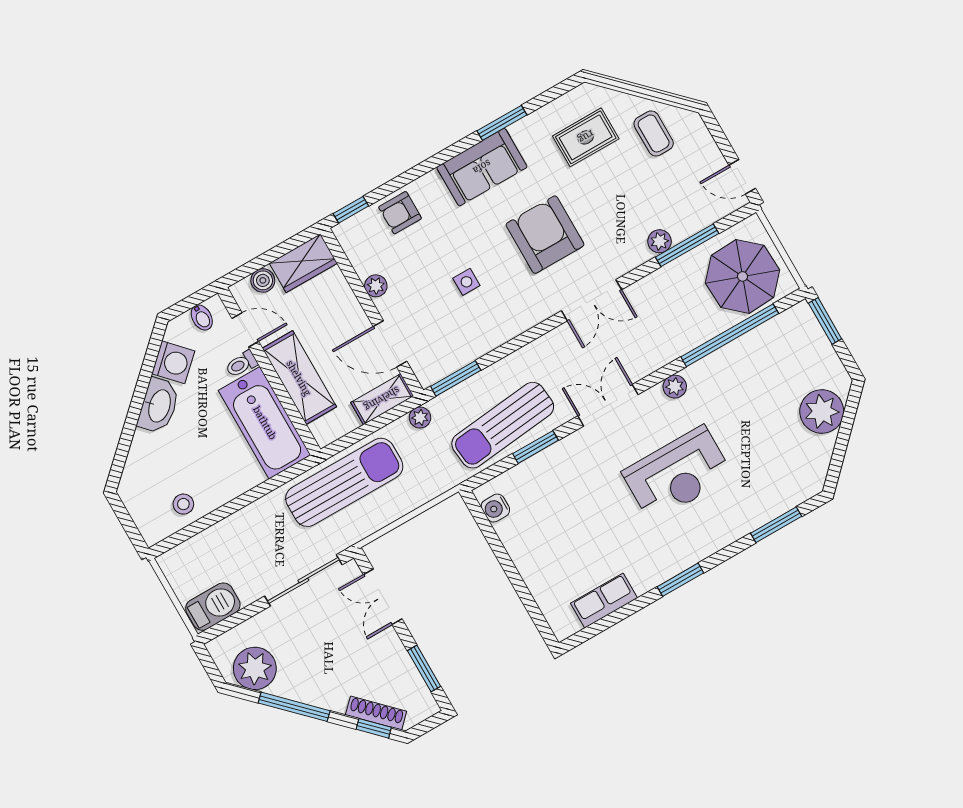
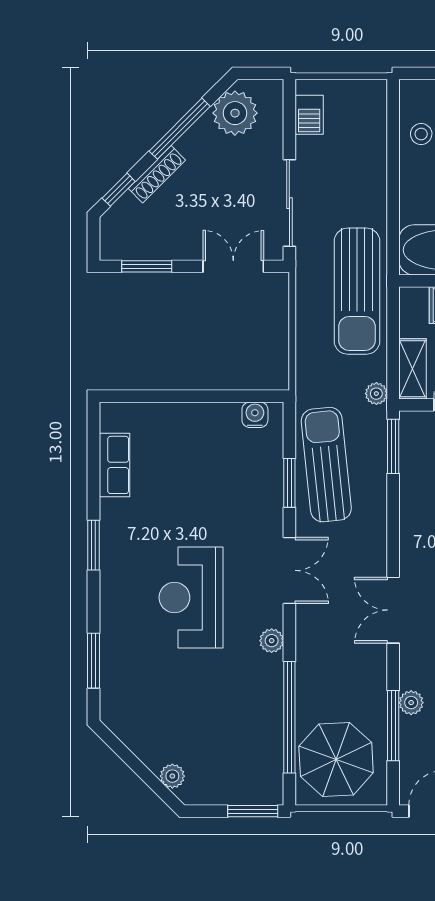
plant: (822, 411) -> (172, 776), width x0.53, depth x0.53
barbecue: (213, 607) -> (309, 115), width x0.73, depth x0.79
shoe rack: (376, 713) -> (157, 174), moved

